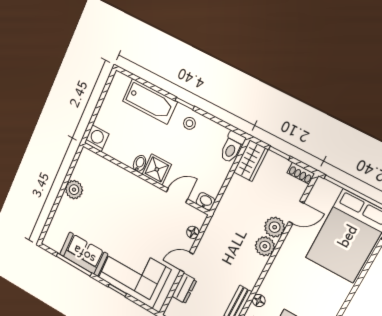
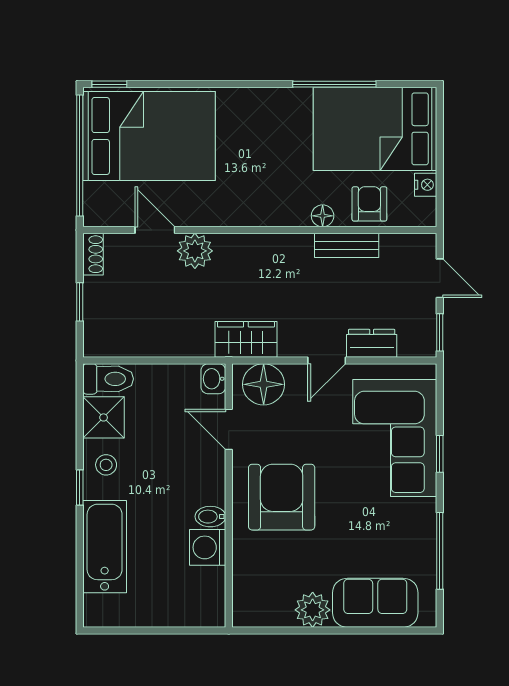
washing machine: (97, 138) -> (208, 547), moved
wardrobe: (251, 161) -> (246, 339), moved
shower: (157, 169) -> (104, 417), moved
armchair: (132, 204) -> (282, 497), added
floor lamp: (193, 232) -> (264, 384), width x1.89, depth x1.89
plant: (265, 246) -> (232, 250), removed
sofa: (84, 254) -> (375, 603), moved, turned 90
door: (187, 262) -> (327, 360), hinge flipped

